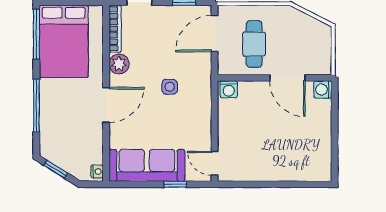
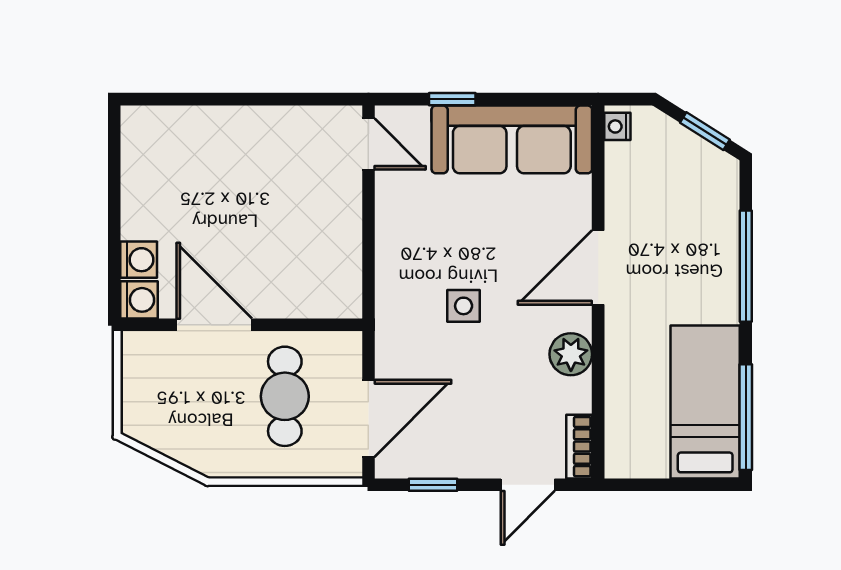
bookcase: (115, 29) -> (579, 447), width x0.64
bed: (64, 41) -> (705, 402), width x0.67
washing machine: (229, 89) -> (139, 260), moved, turned 90

